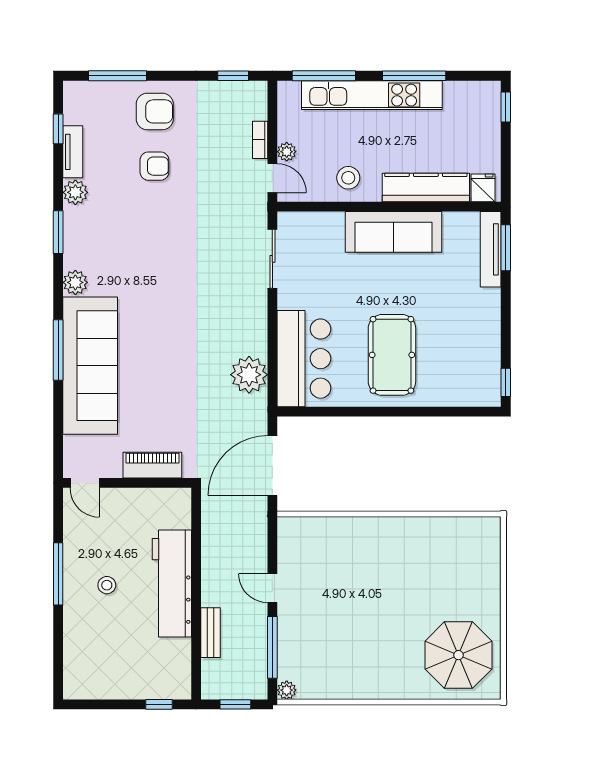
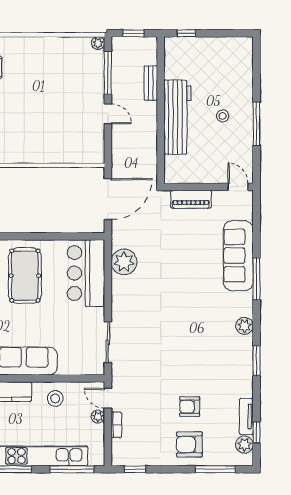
plant: (75, 192) -> (244, 445), moved
sofa: (90, 366) -> (238, 256), width x0.74, depth x0.79

